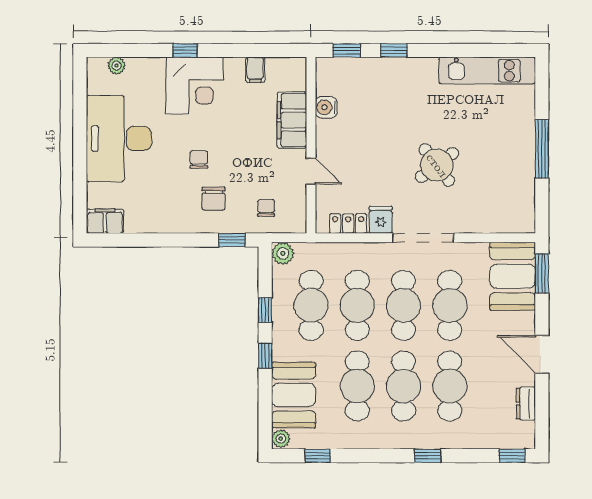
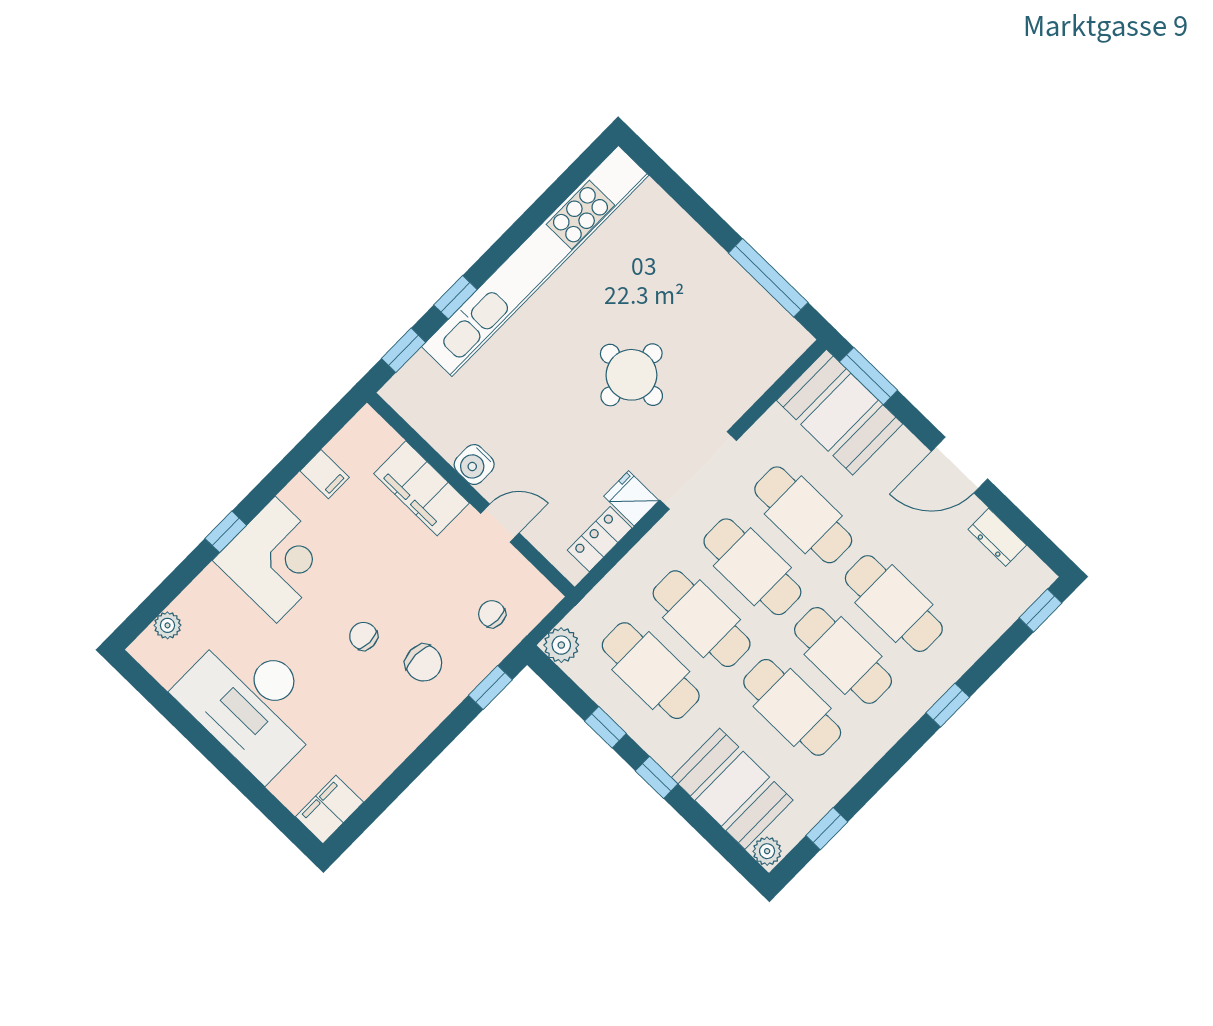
kitchen unit: (487, 71) -> (535, 261), width x1.86
water cooler: (326, 107) -> (474, 465), moved
window: (542, 149) -> (768, 278), moved
round table: (437, 165) -> (631, 375), turned 37

